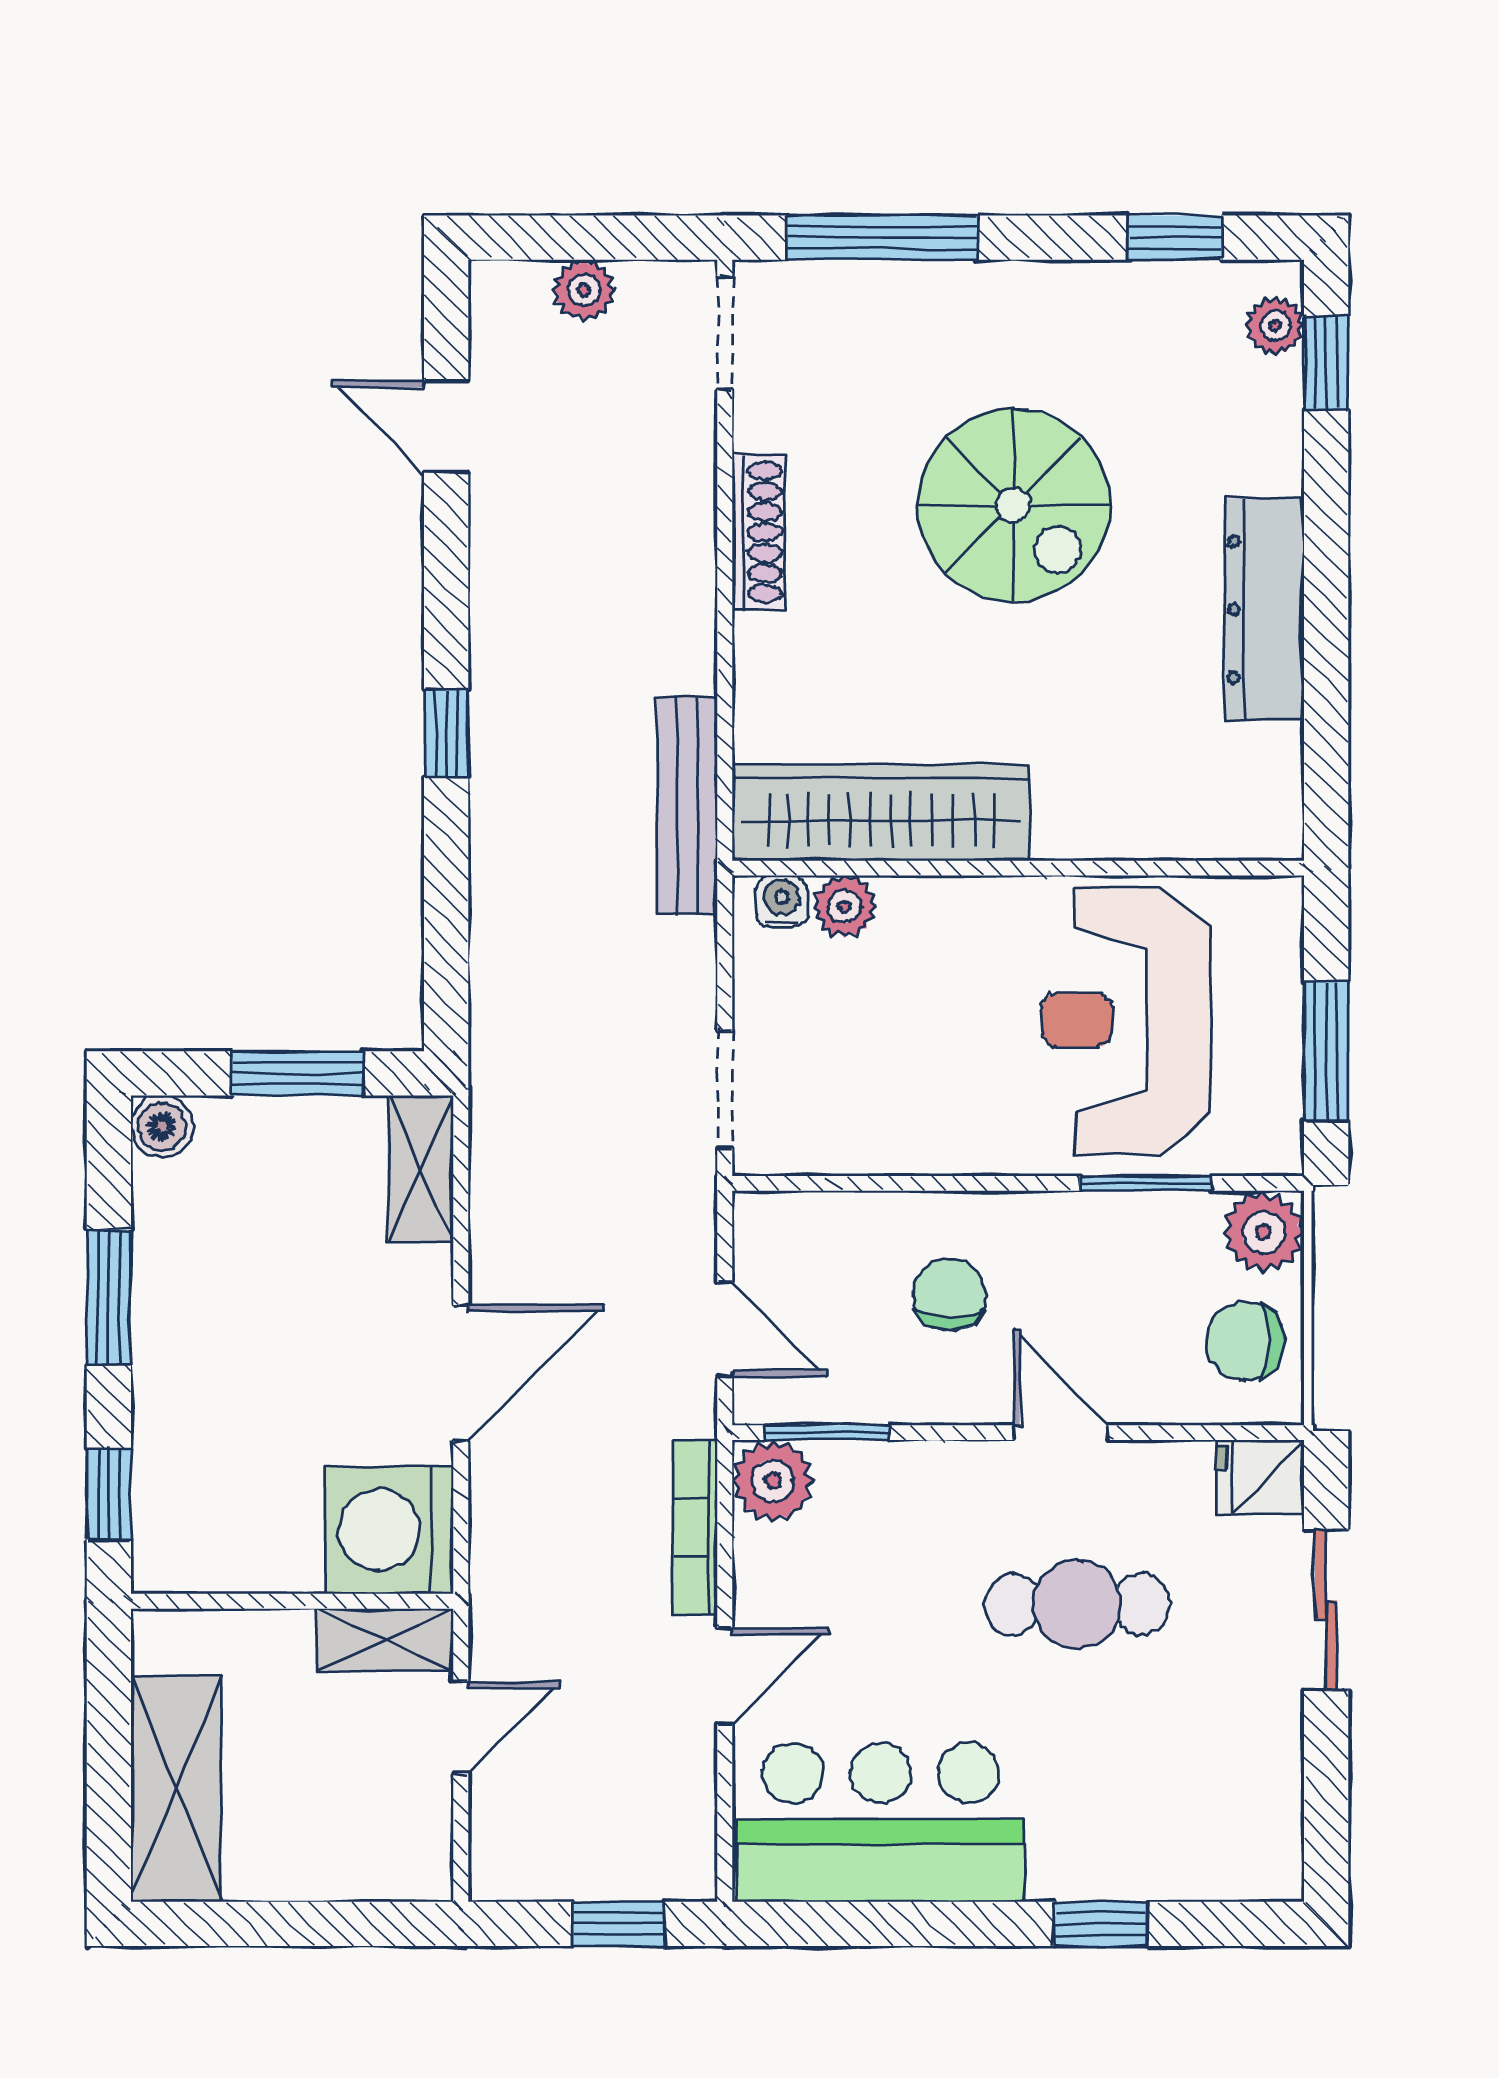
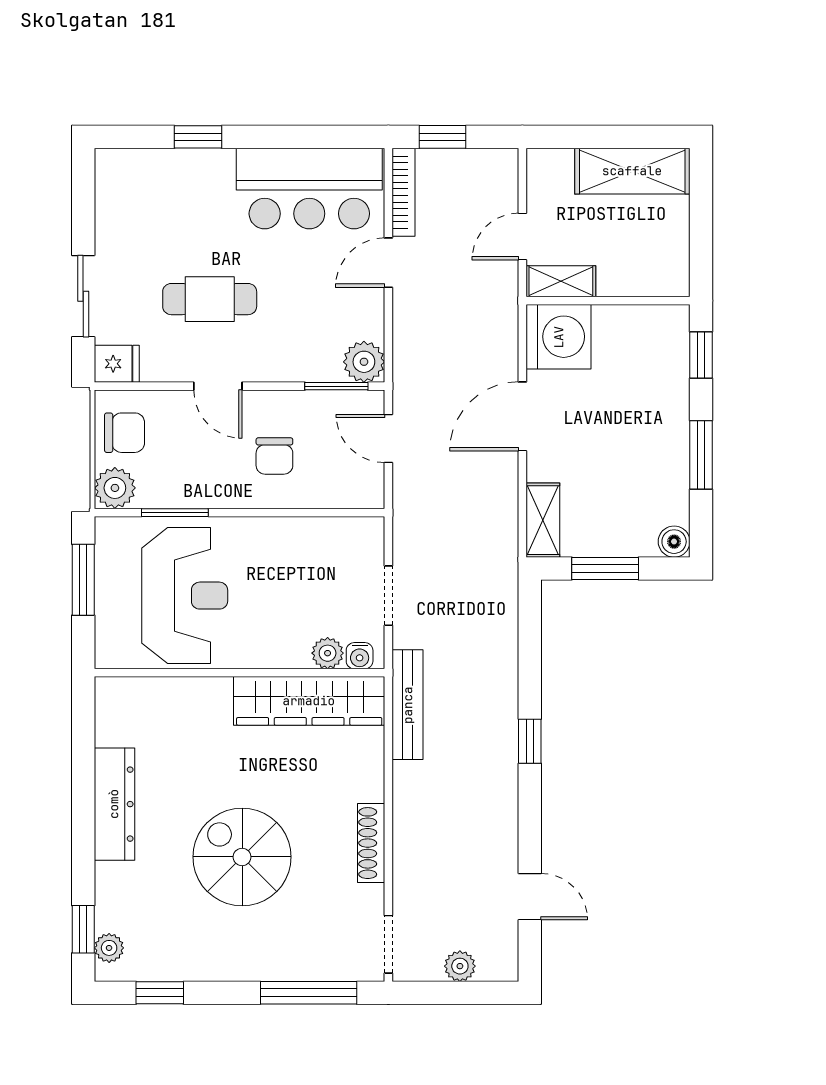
doorway: (725, 1090) -> (388, 596), moved
bookcase: (695, 1527) -> (403, 192), moved
shelving: (176, 1789) -> (632, 171), moved, turned 90

